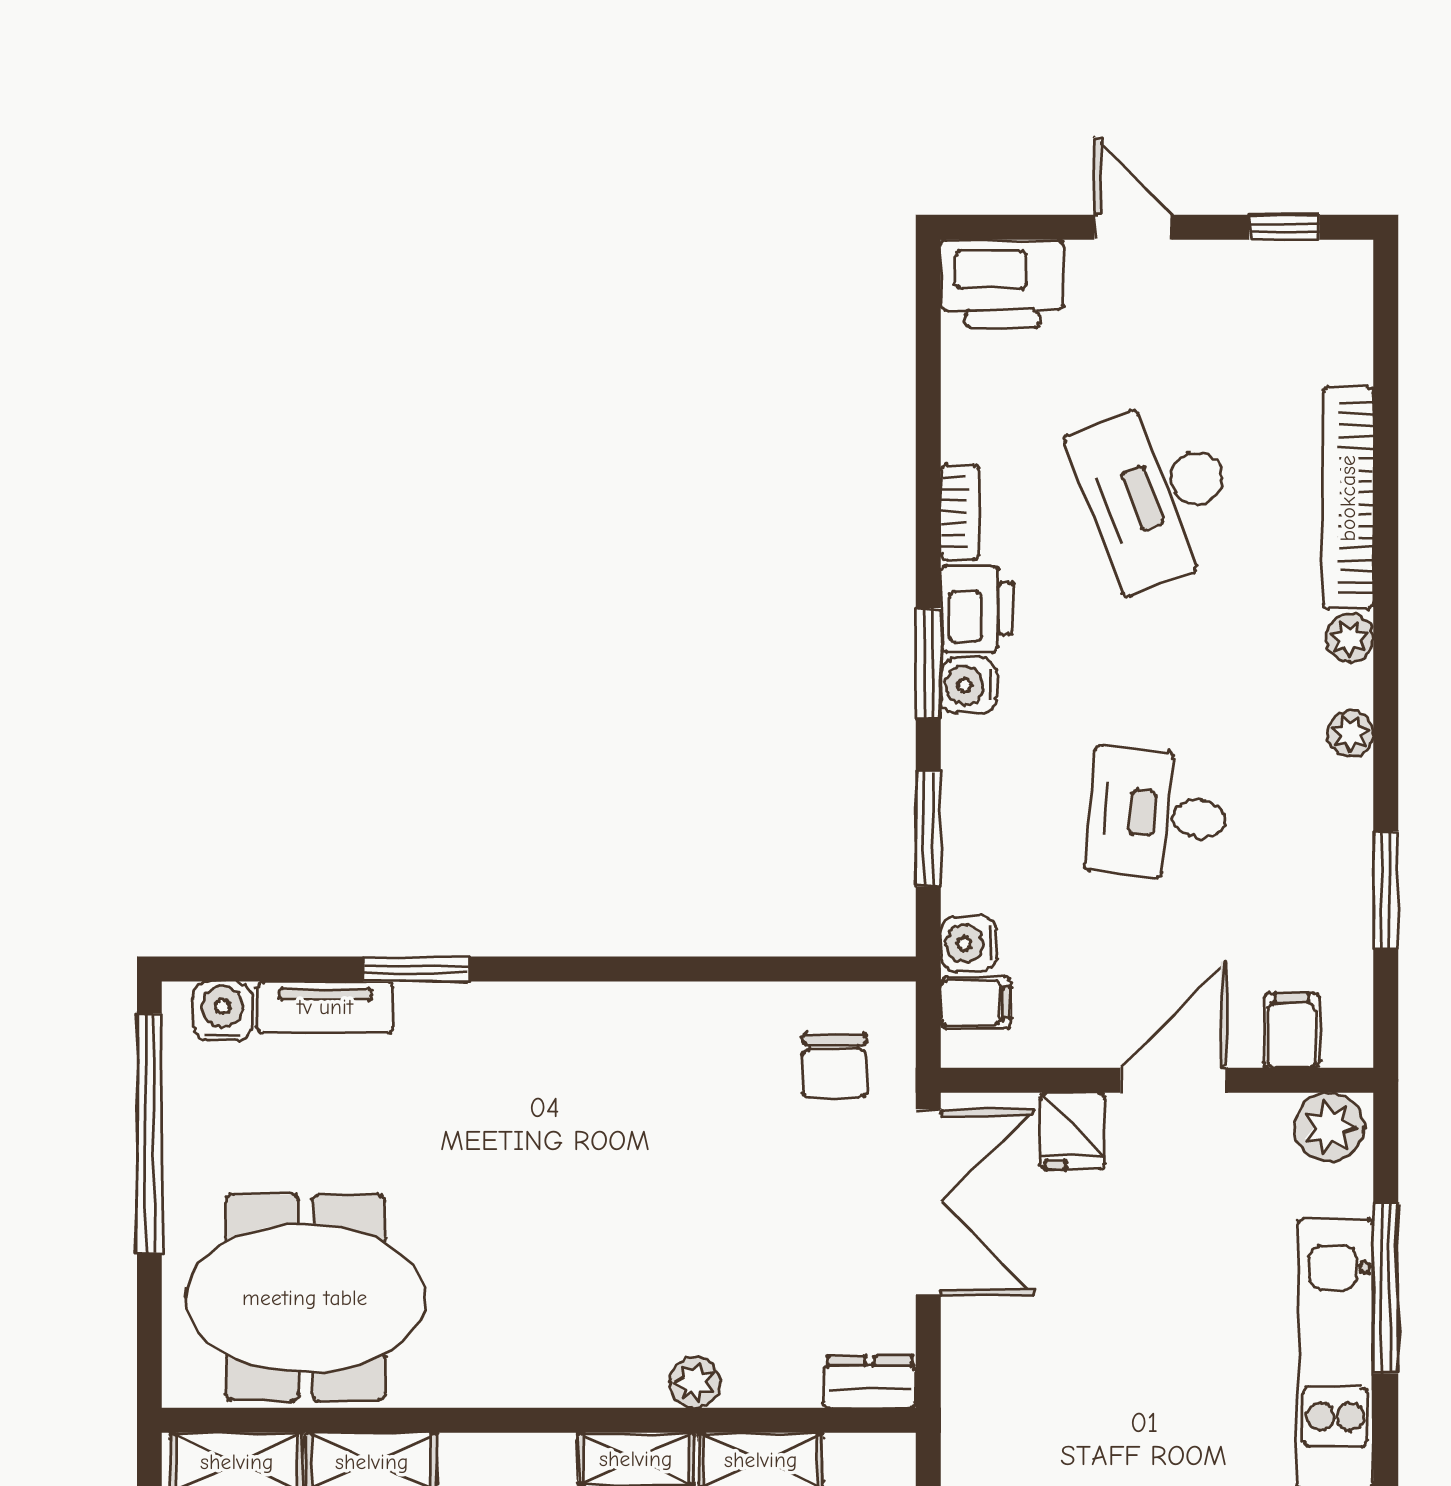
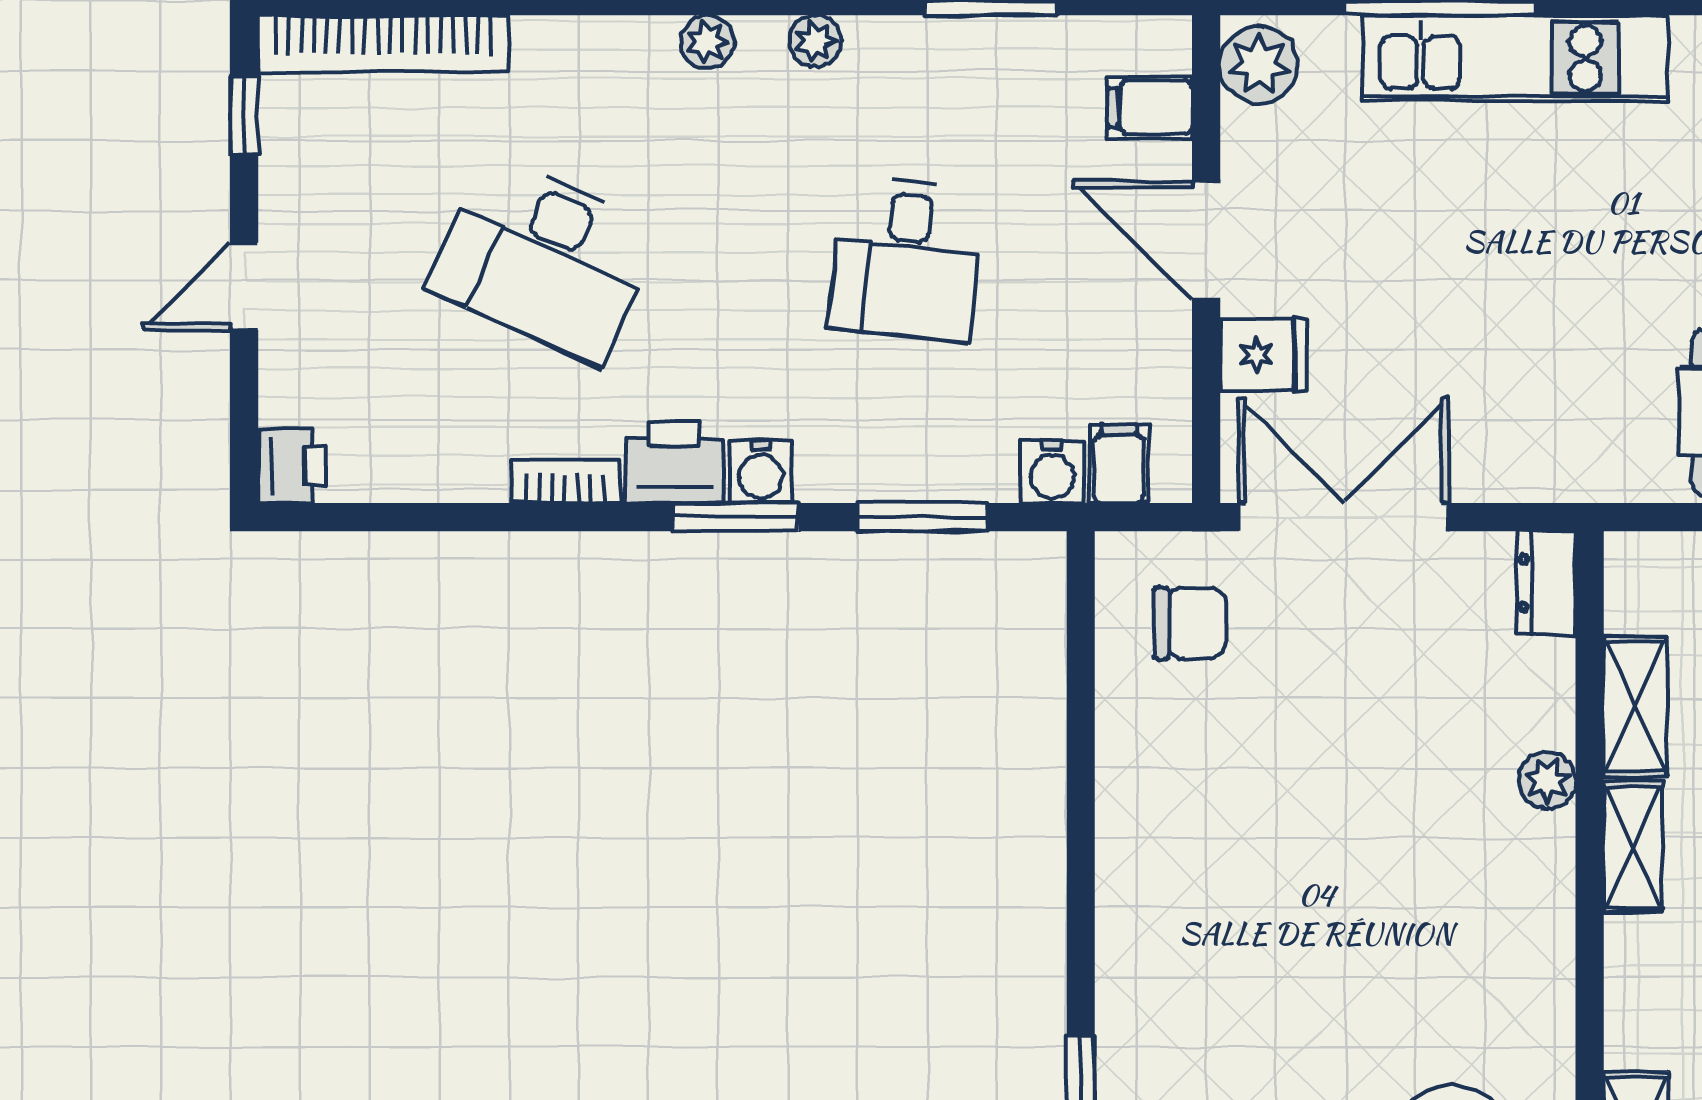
printer: (1002, 284) -> (292, 466), width x0.53, depth x0.68
desk: (1157, 493) -> (544, 259), turned 45
bookcase: (1348, 498) -> (383, 44), moved

